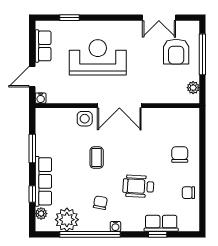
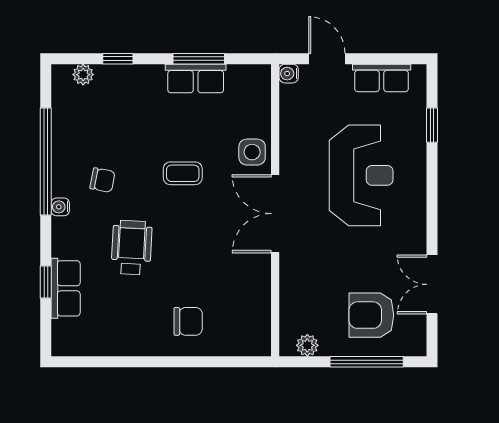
row of seats: (43, 181) -> (196, 79), moved, width x0.68
chair: (188, 193) -> (120, 337), removed
plant: (67, 220) -> (72, 120), removed

